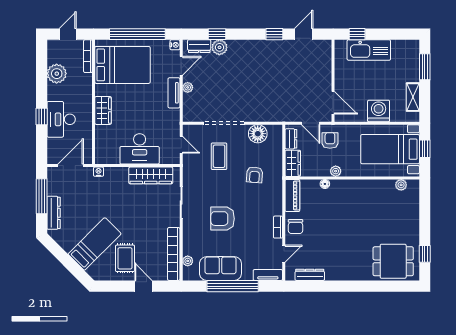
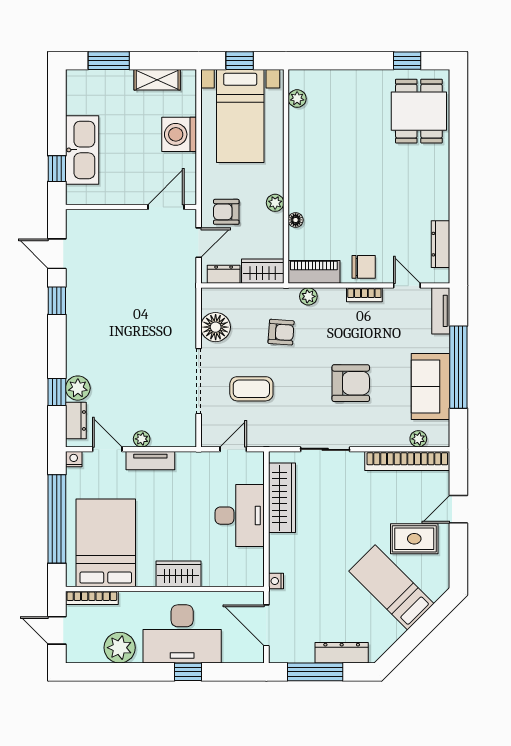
desk: (61, 119) -> (182, 634), width x1.36, depth x1.30
plant: (277, 192) -> (308, 296), added
armchair: (223, 219) -> (351, 383), turned -90

